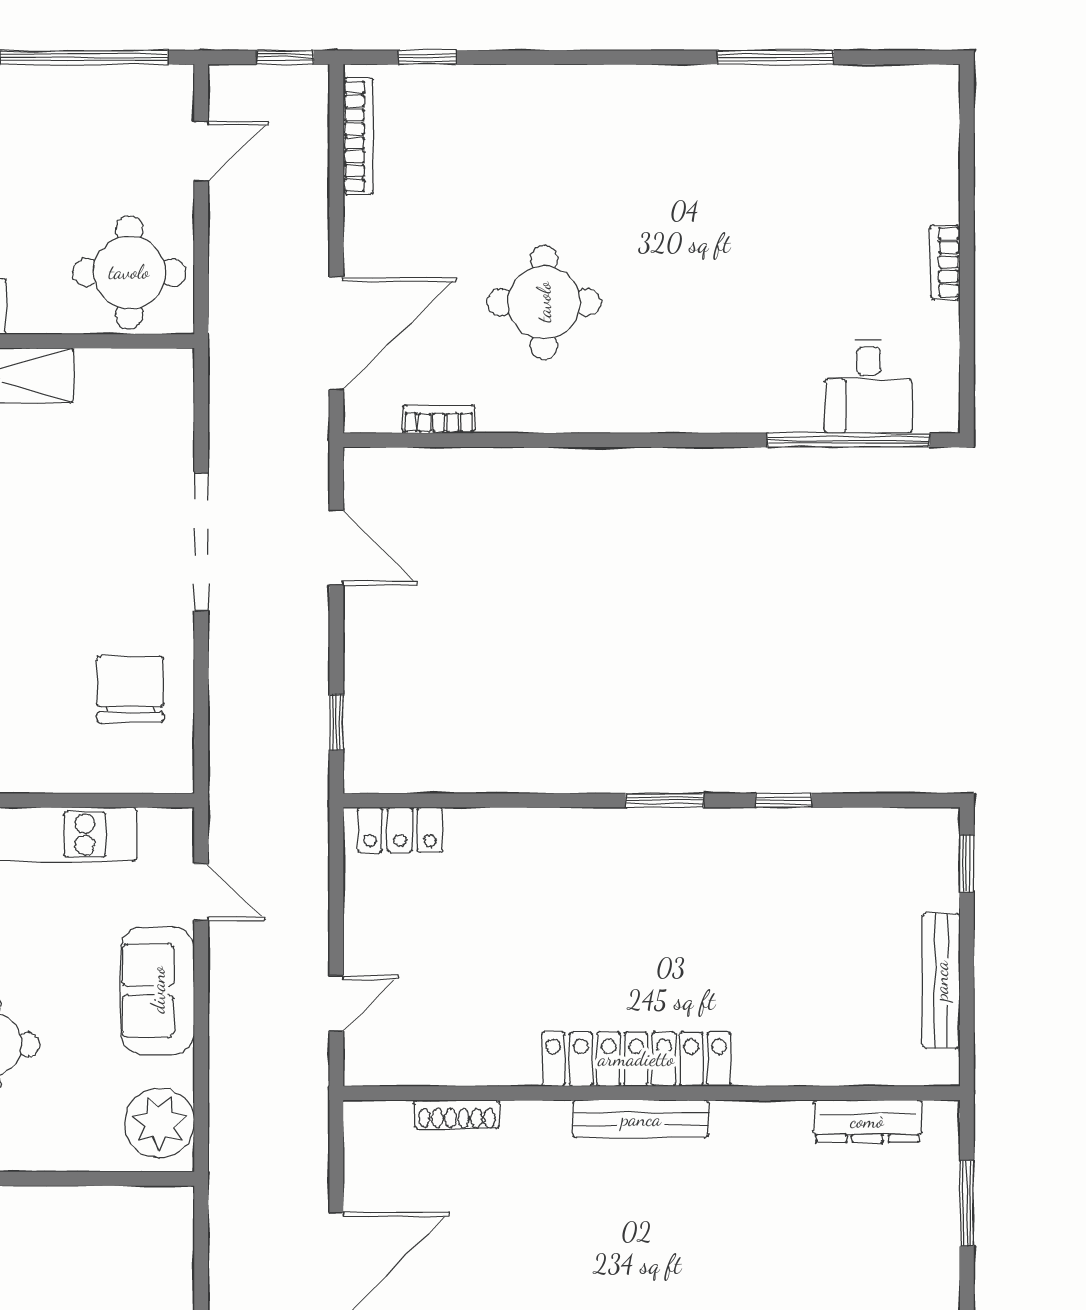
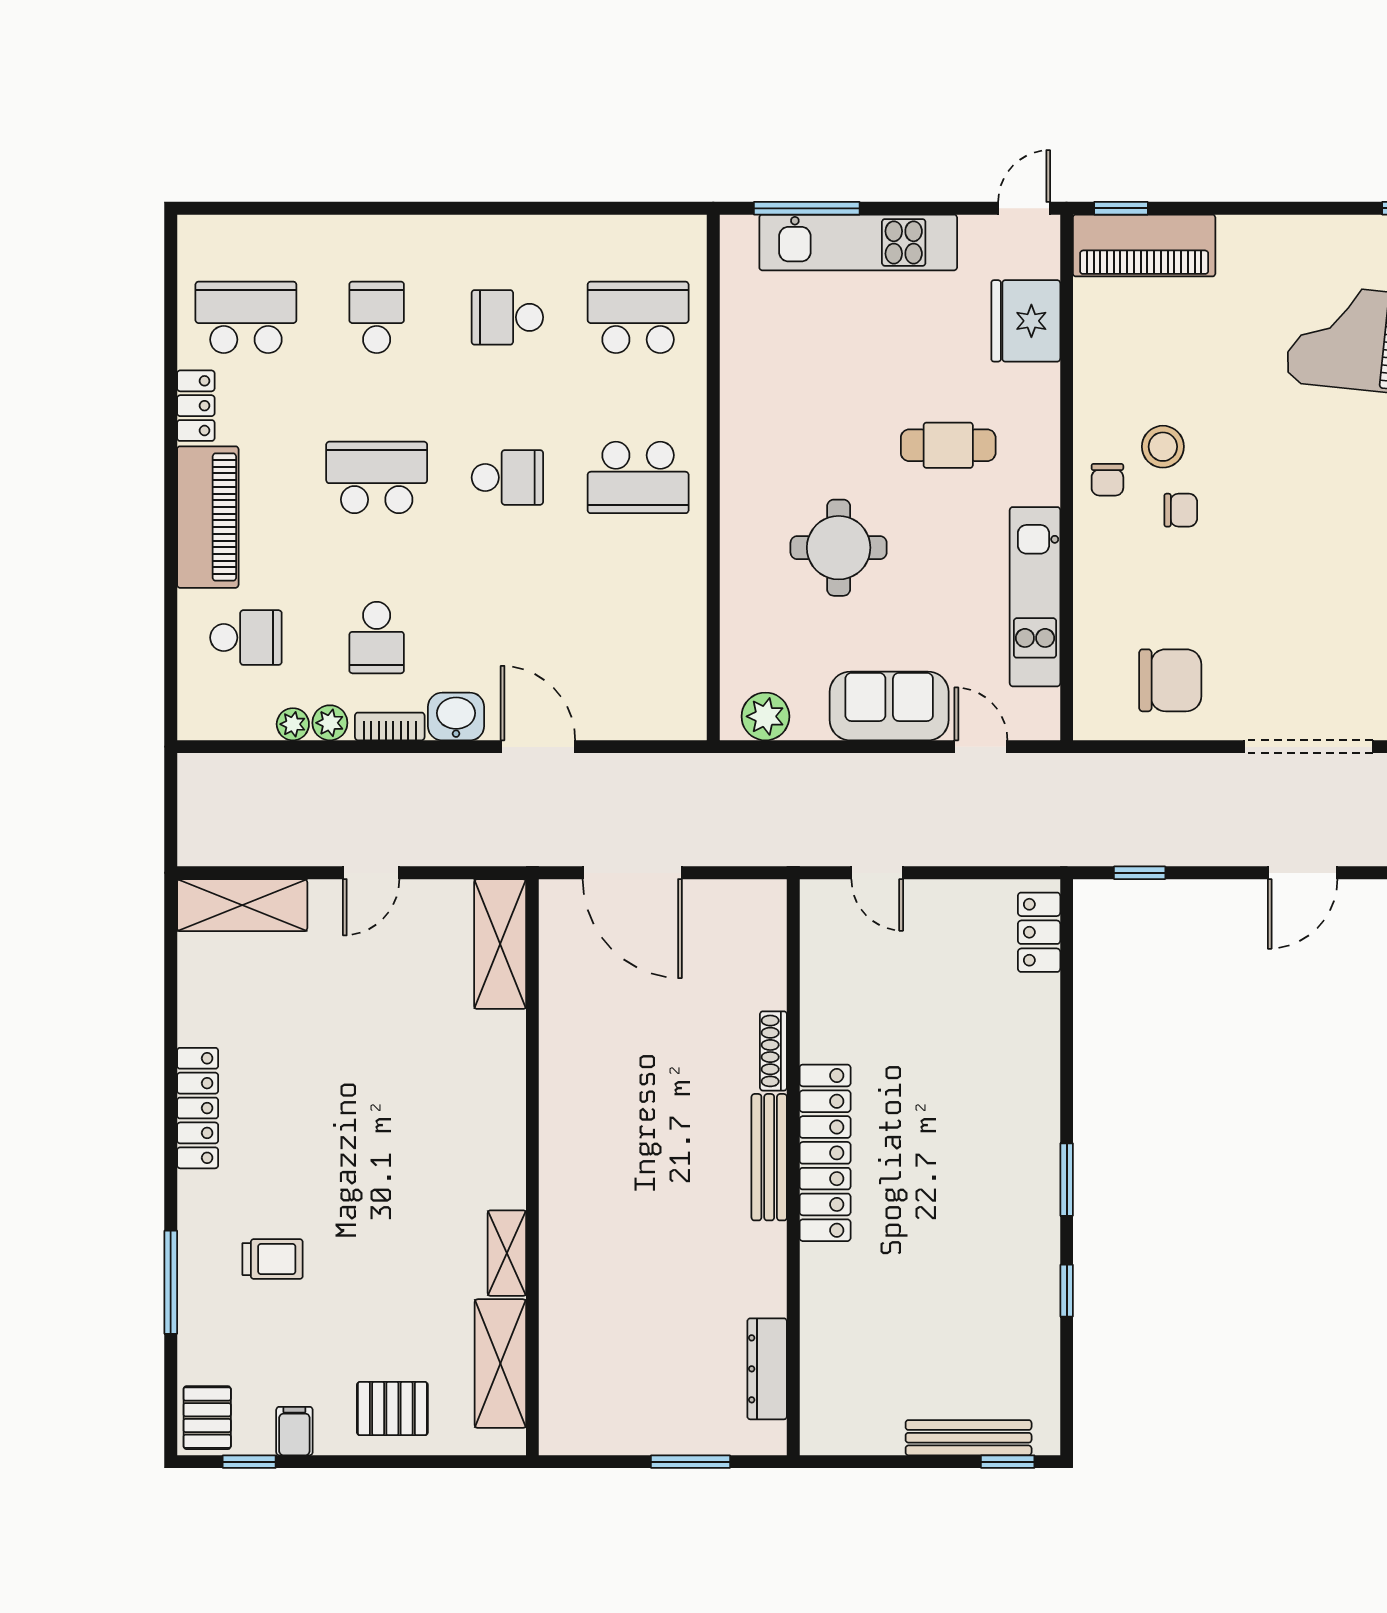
door: (201, 892) -> (981, 747), swing flipped
bench: (941, 981) -> (969, 1438), moved
shoe rack: (457, 1114) -> (773, 1051), moved
plant: (160, 1123) -> (765, 716), width x0.73, depth x0.73

